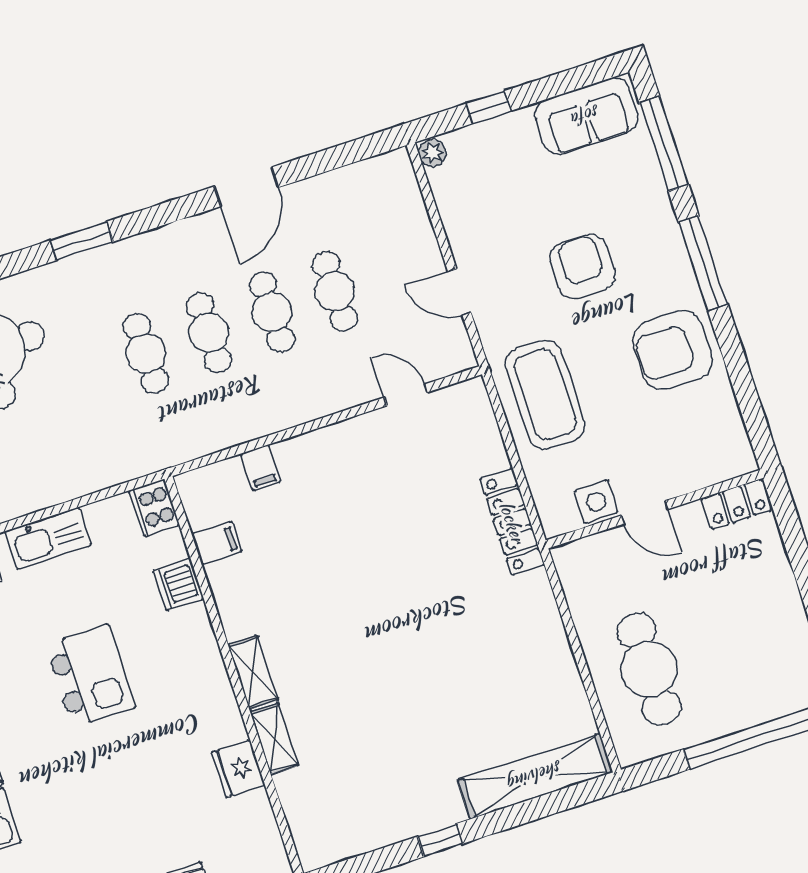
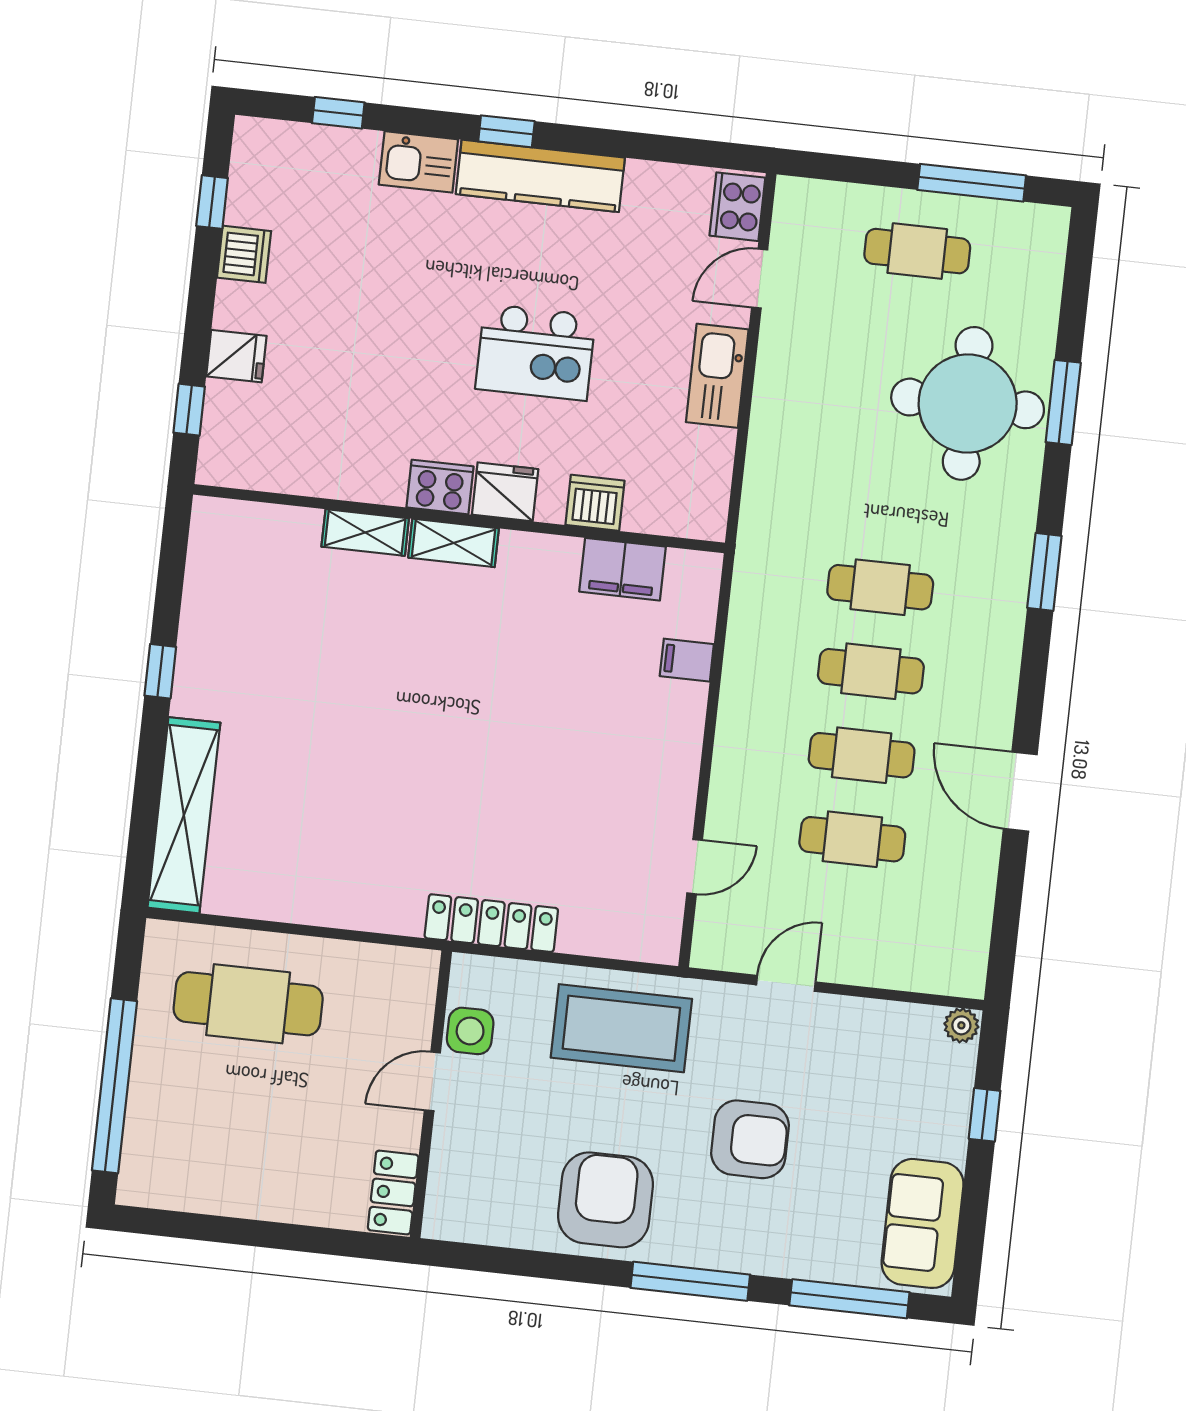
cooker: (154, 508) -> (440, 487), moved
filing cabinet: (217, 543) -> (623, 569), width x2.00
fridge: (238, 769) -> (505, 492), moved

